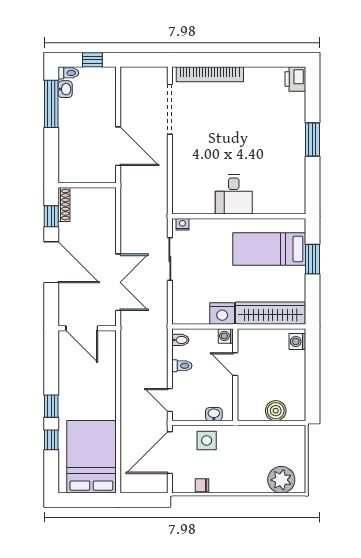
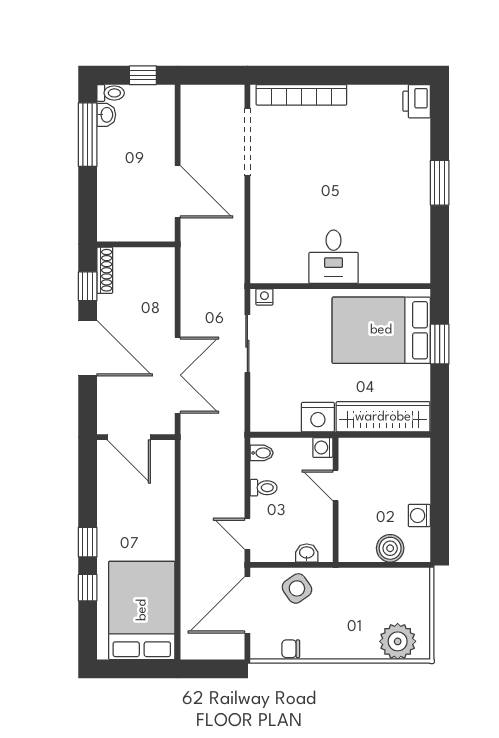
bed: (269, 249) -> (381, 330), width x1.50
washing machine: (297, 341) -> (419, 515), moved
side table: (207, 440) -> (297, 588), turned -35

